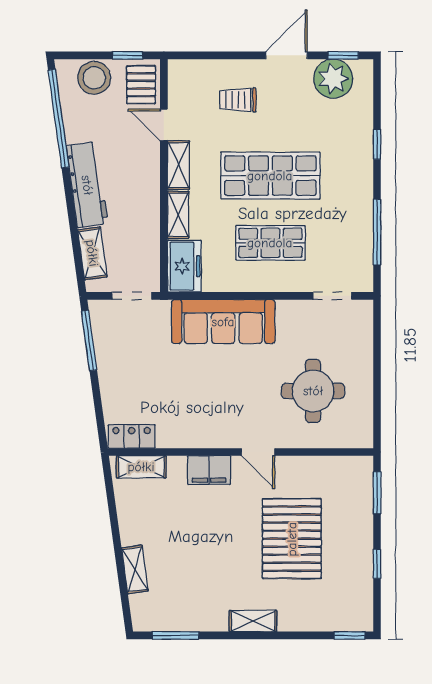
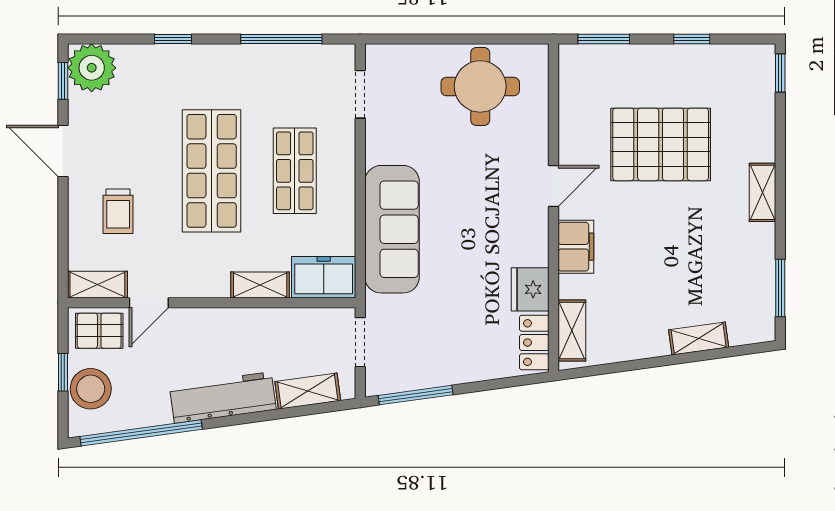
window: (128, 55) -> (63, 372), moved
plant: (333, 79) -> (92, 68), moved
shelving: (178, 165) -> (97, 285), moved
round table: (313, 391) -> (480, 86), moved
fridge: (175, 433) -> (530, 289), added

